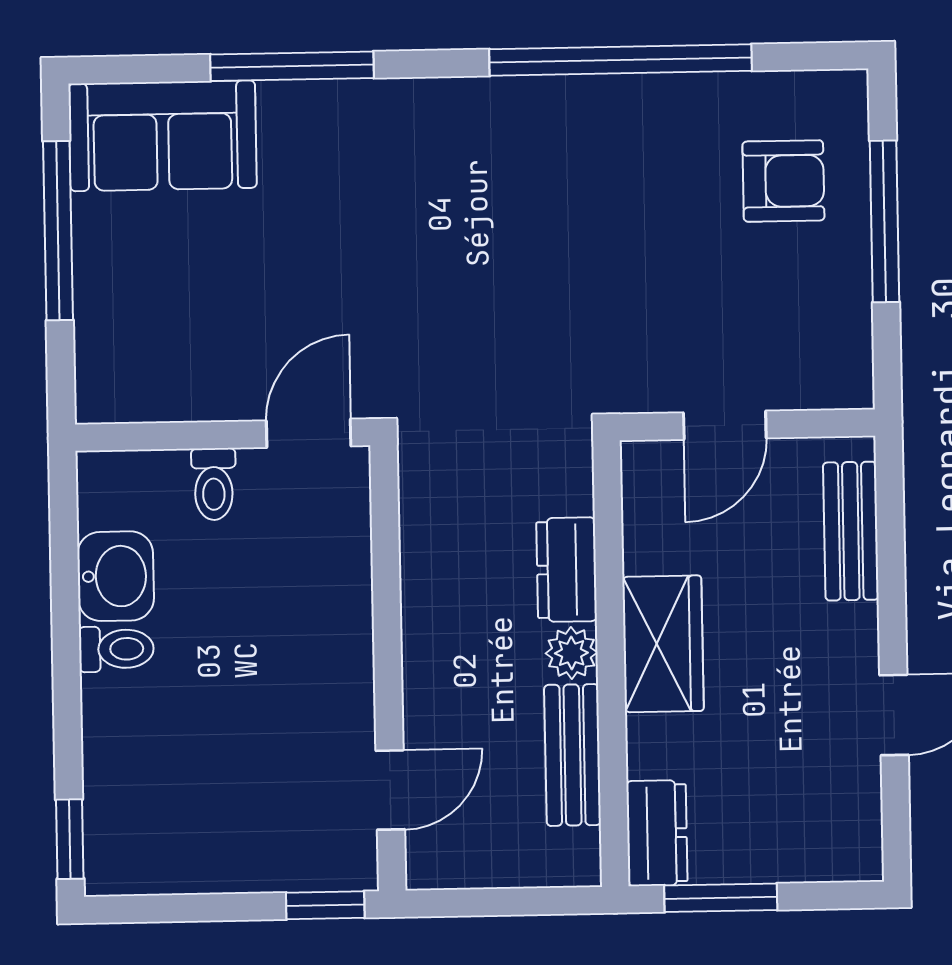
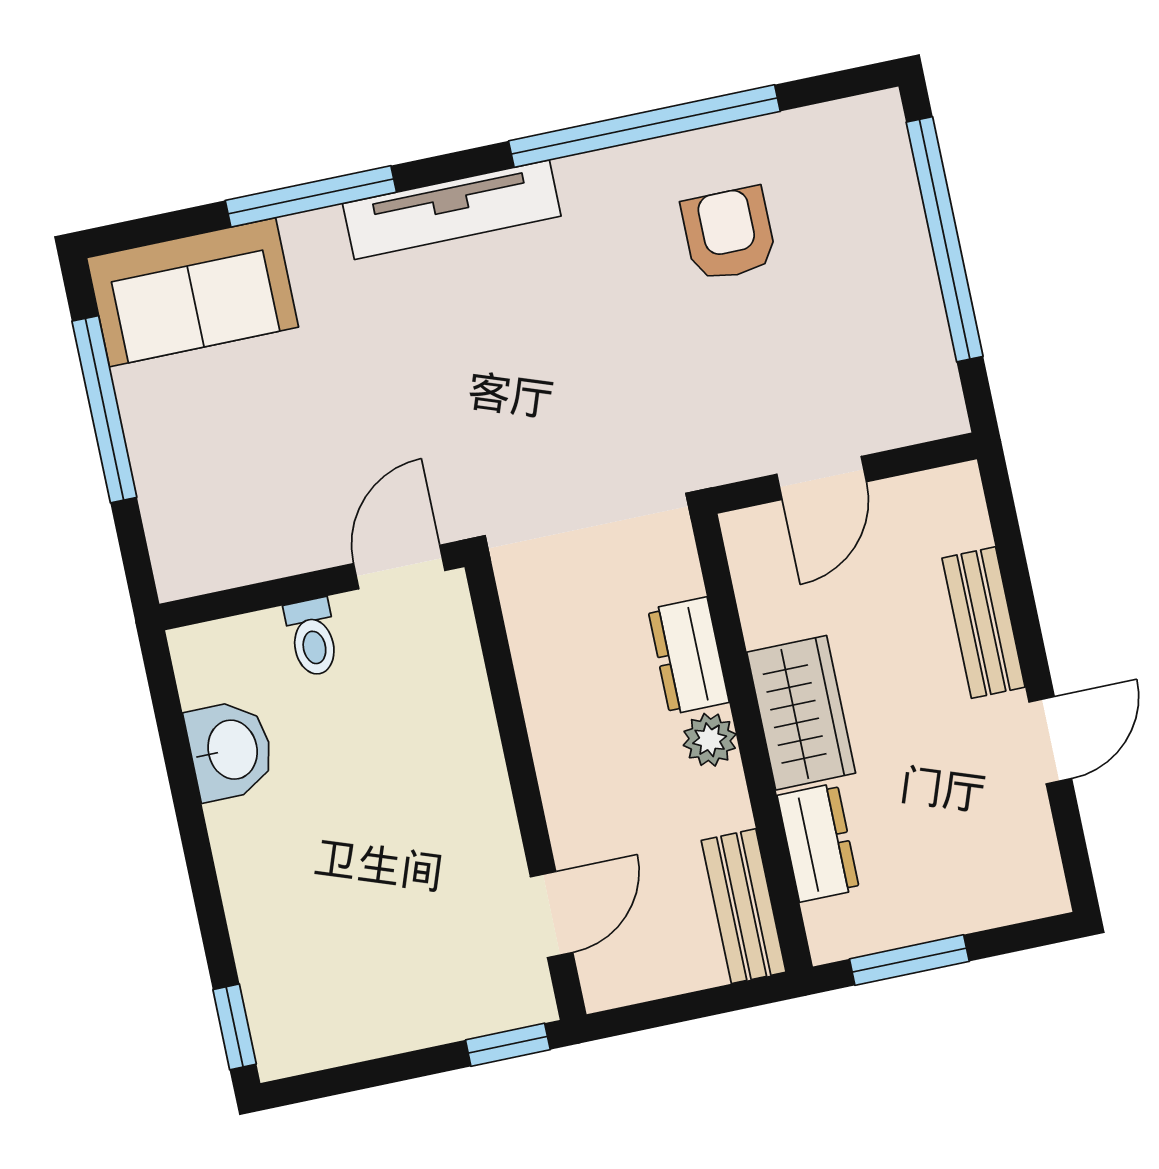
tv unit: (423, 104) -> (452, 210), added
armchair: (783, 181) -> (729, 234), moved, turned -90
window: (884, 221) -> (945, 239), width x1.46
bench: (851, 531) -> (984, 623), moved
toilet: (116, 649) -> (245, 824), removed
bench: (572, 755) -> (744, 906), moved
dresser: (657, 833) -> (818, 843), moved

